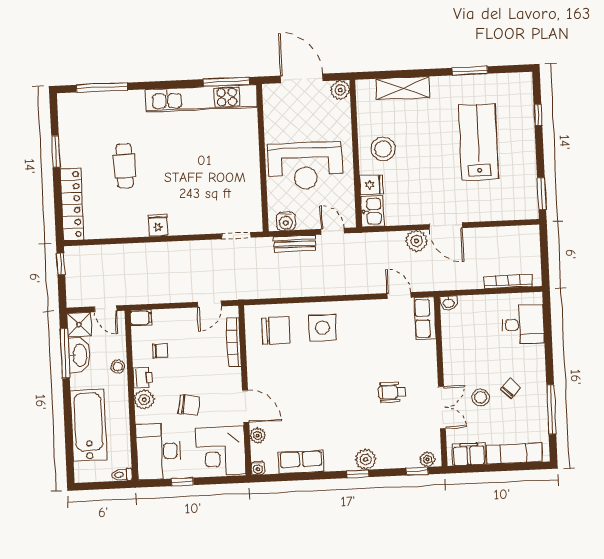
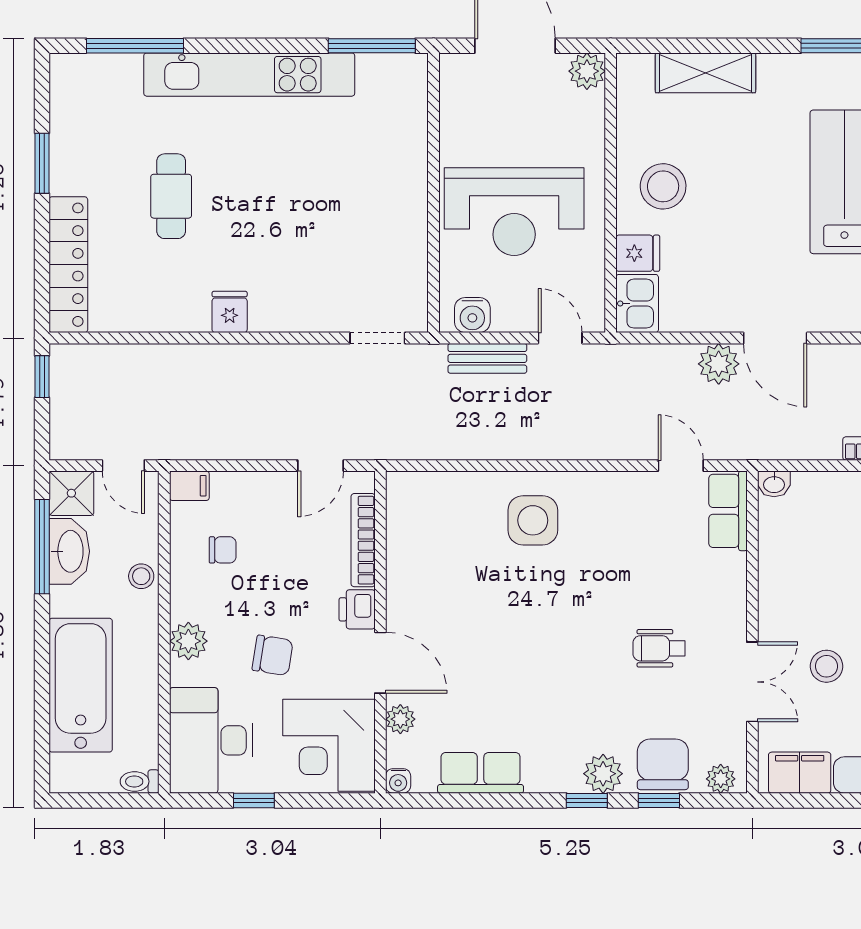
kitchen unit: (201, 98) -> (249, 75), moved
chair: (276, 331) -> (663, 764), moved, turned -90
printer: (143, 378) -> (357, 609), moved, turned 180
window: (417, 471) -> (659, 800), moved

